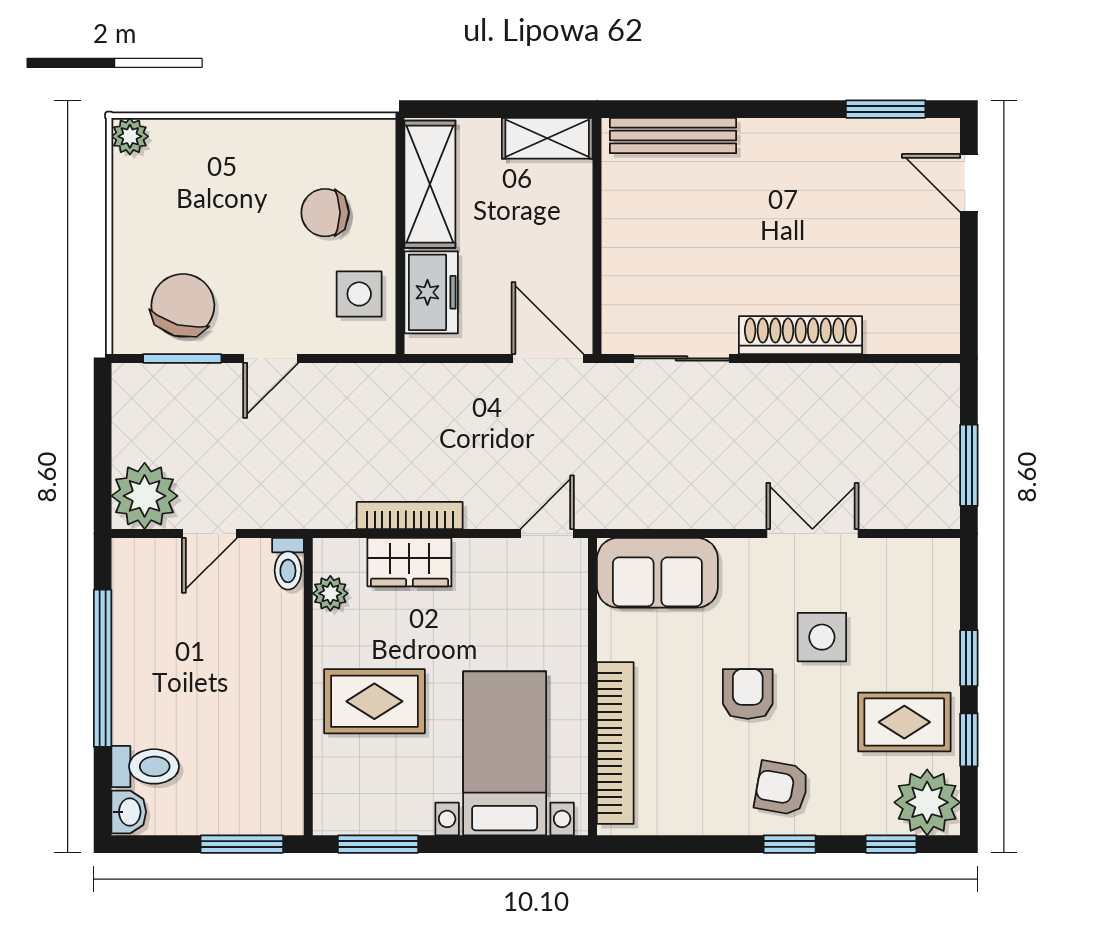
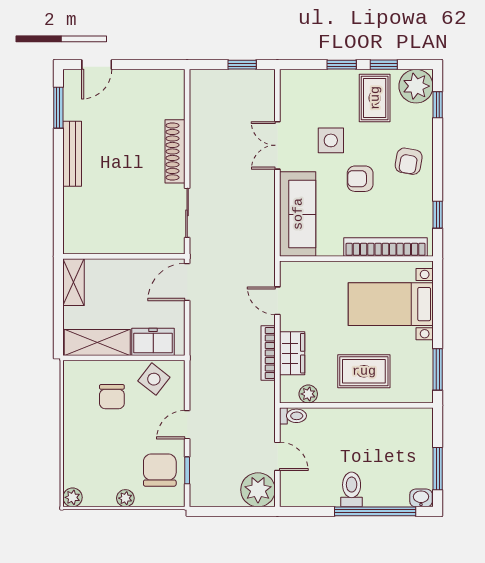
bench: (673, 135) -> (72, 154), moved
plant: (128, 239) -> (125, 498), added
side table: (359, 294) -> (154, 379), turned 38
chair: (183, 305) -> (160, 470), turned 74
window: (182, 358) -> (187, 470), width x0.67
door: (271, 358) -> (187, 425), swing flipped
window: (969, 465) -> (242, 65), width x0.67
door: (547, 533) -> (277, 301), moved
sofa: (657, 573) -> (298, 214), width x1.36
window: (103, 668) -> (375, 511), moved
rug: (374, 701) -> (364, 371), turned 90
toilet: (145, 766) -> (352, 489), moved
window: (242, 844) -> (438, 469), moved
window: (790, 844) -> (438, 215), moved

